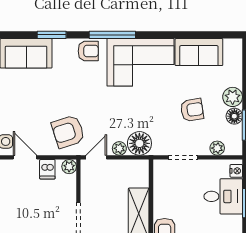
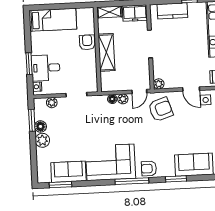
window: (211, 35) -> (60, 185), added
armchair: (192, 110) -> (71, 129), removed
floor lamp: (139, 143) -> (112, 99), width x0.53, depth x0.53
dishwasher: (47, 169) -> (174, 81), removed

